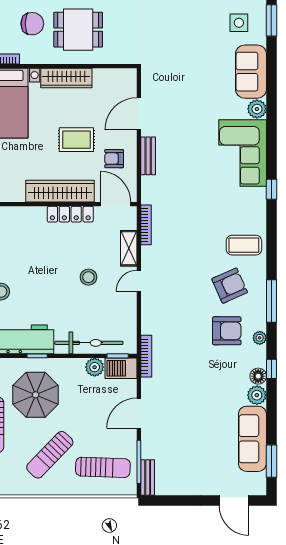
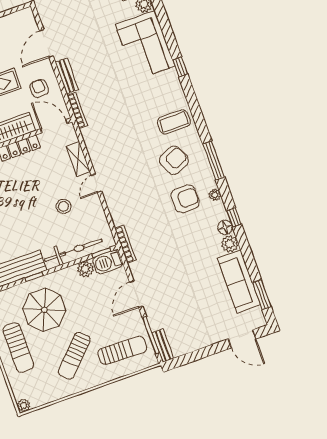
armchair: (114, 159) -> (39, 88), turned 87
bookcase: (146, 225) -> (77, 110), moved
stool: (88, 277) -> (64, 206), moved

